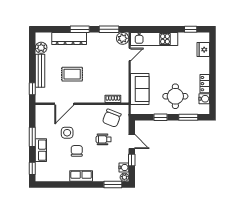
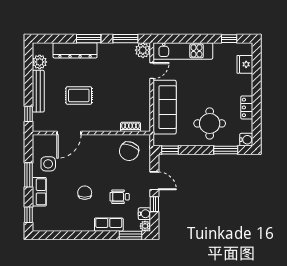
sofa: (140, 89) -> (165, 107), width x1.36
water cooler: (204, 99) -> (246, 140), moved
window: (160, 117) -> (170, 150), moved
side table: (67, 133) -> (48, 164), moved
wheelchair: (104, 139) -> (120, 197), moved
row of seats: (81, 176) -> (109, 225), moved

